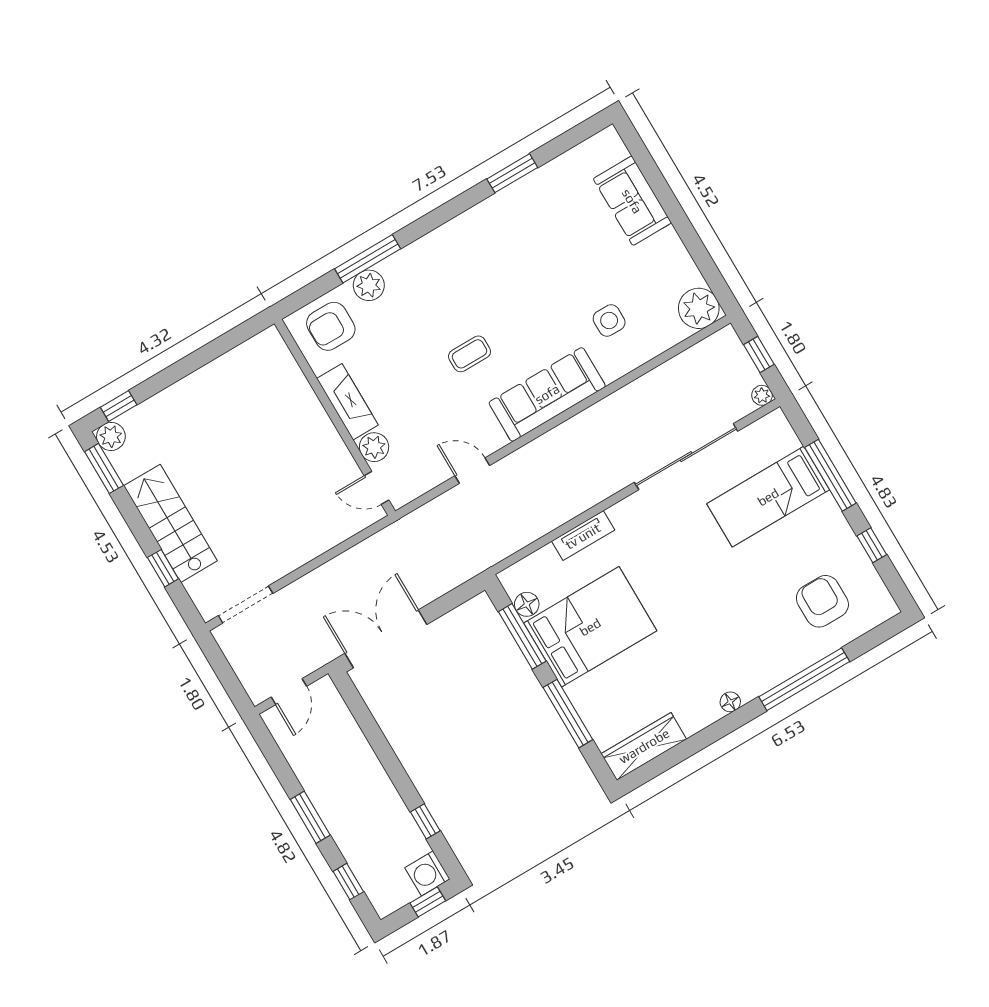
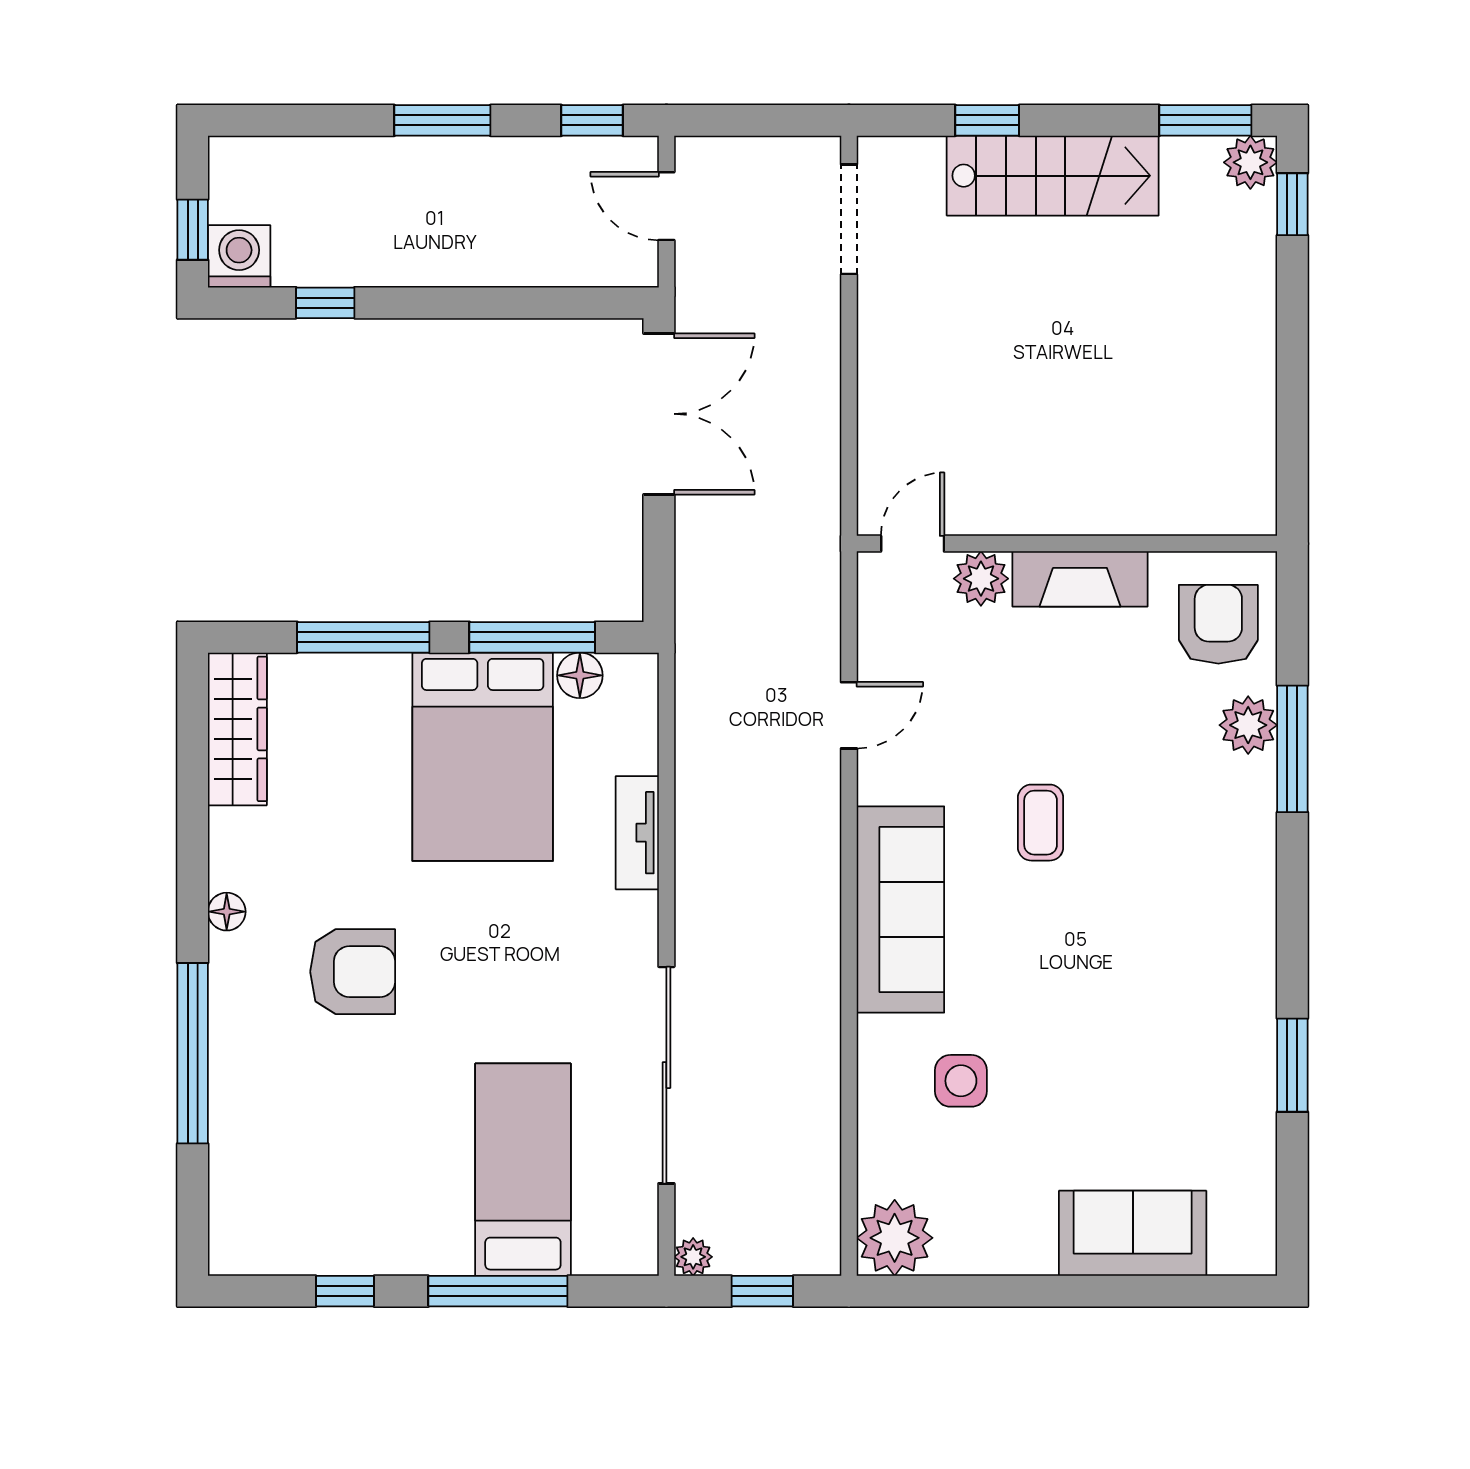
armchair: (822, 601) -> (353, 972), moved
window: (348, 882) -> (592, 120), moved

